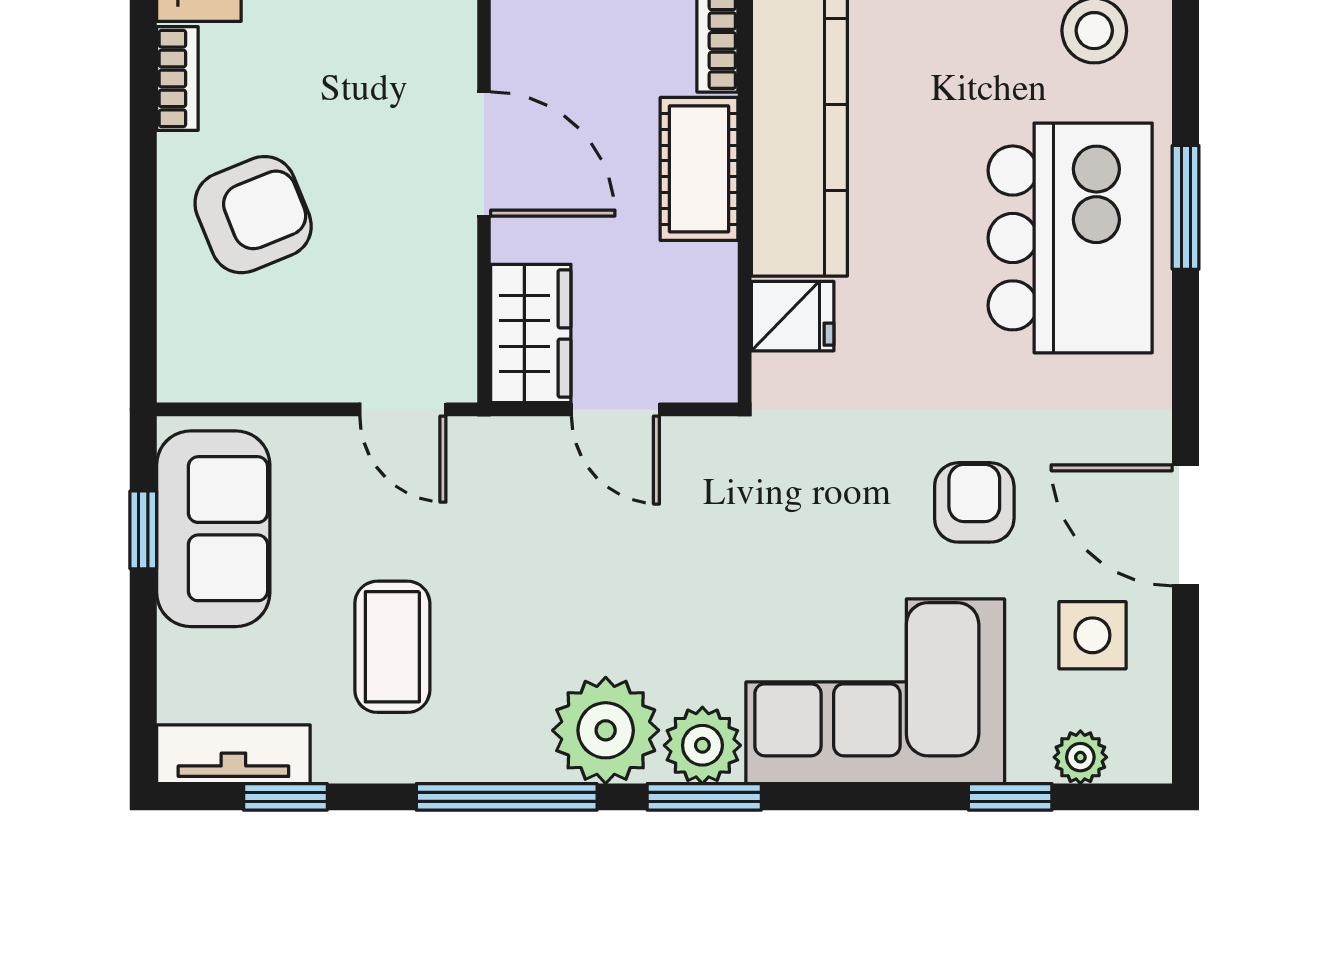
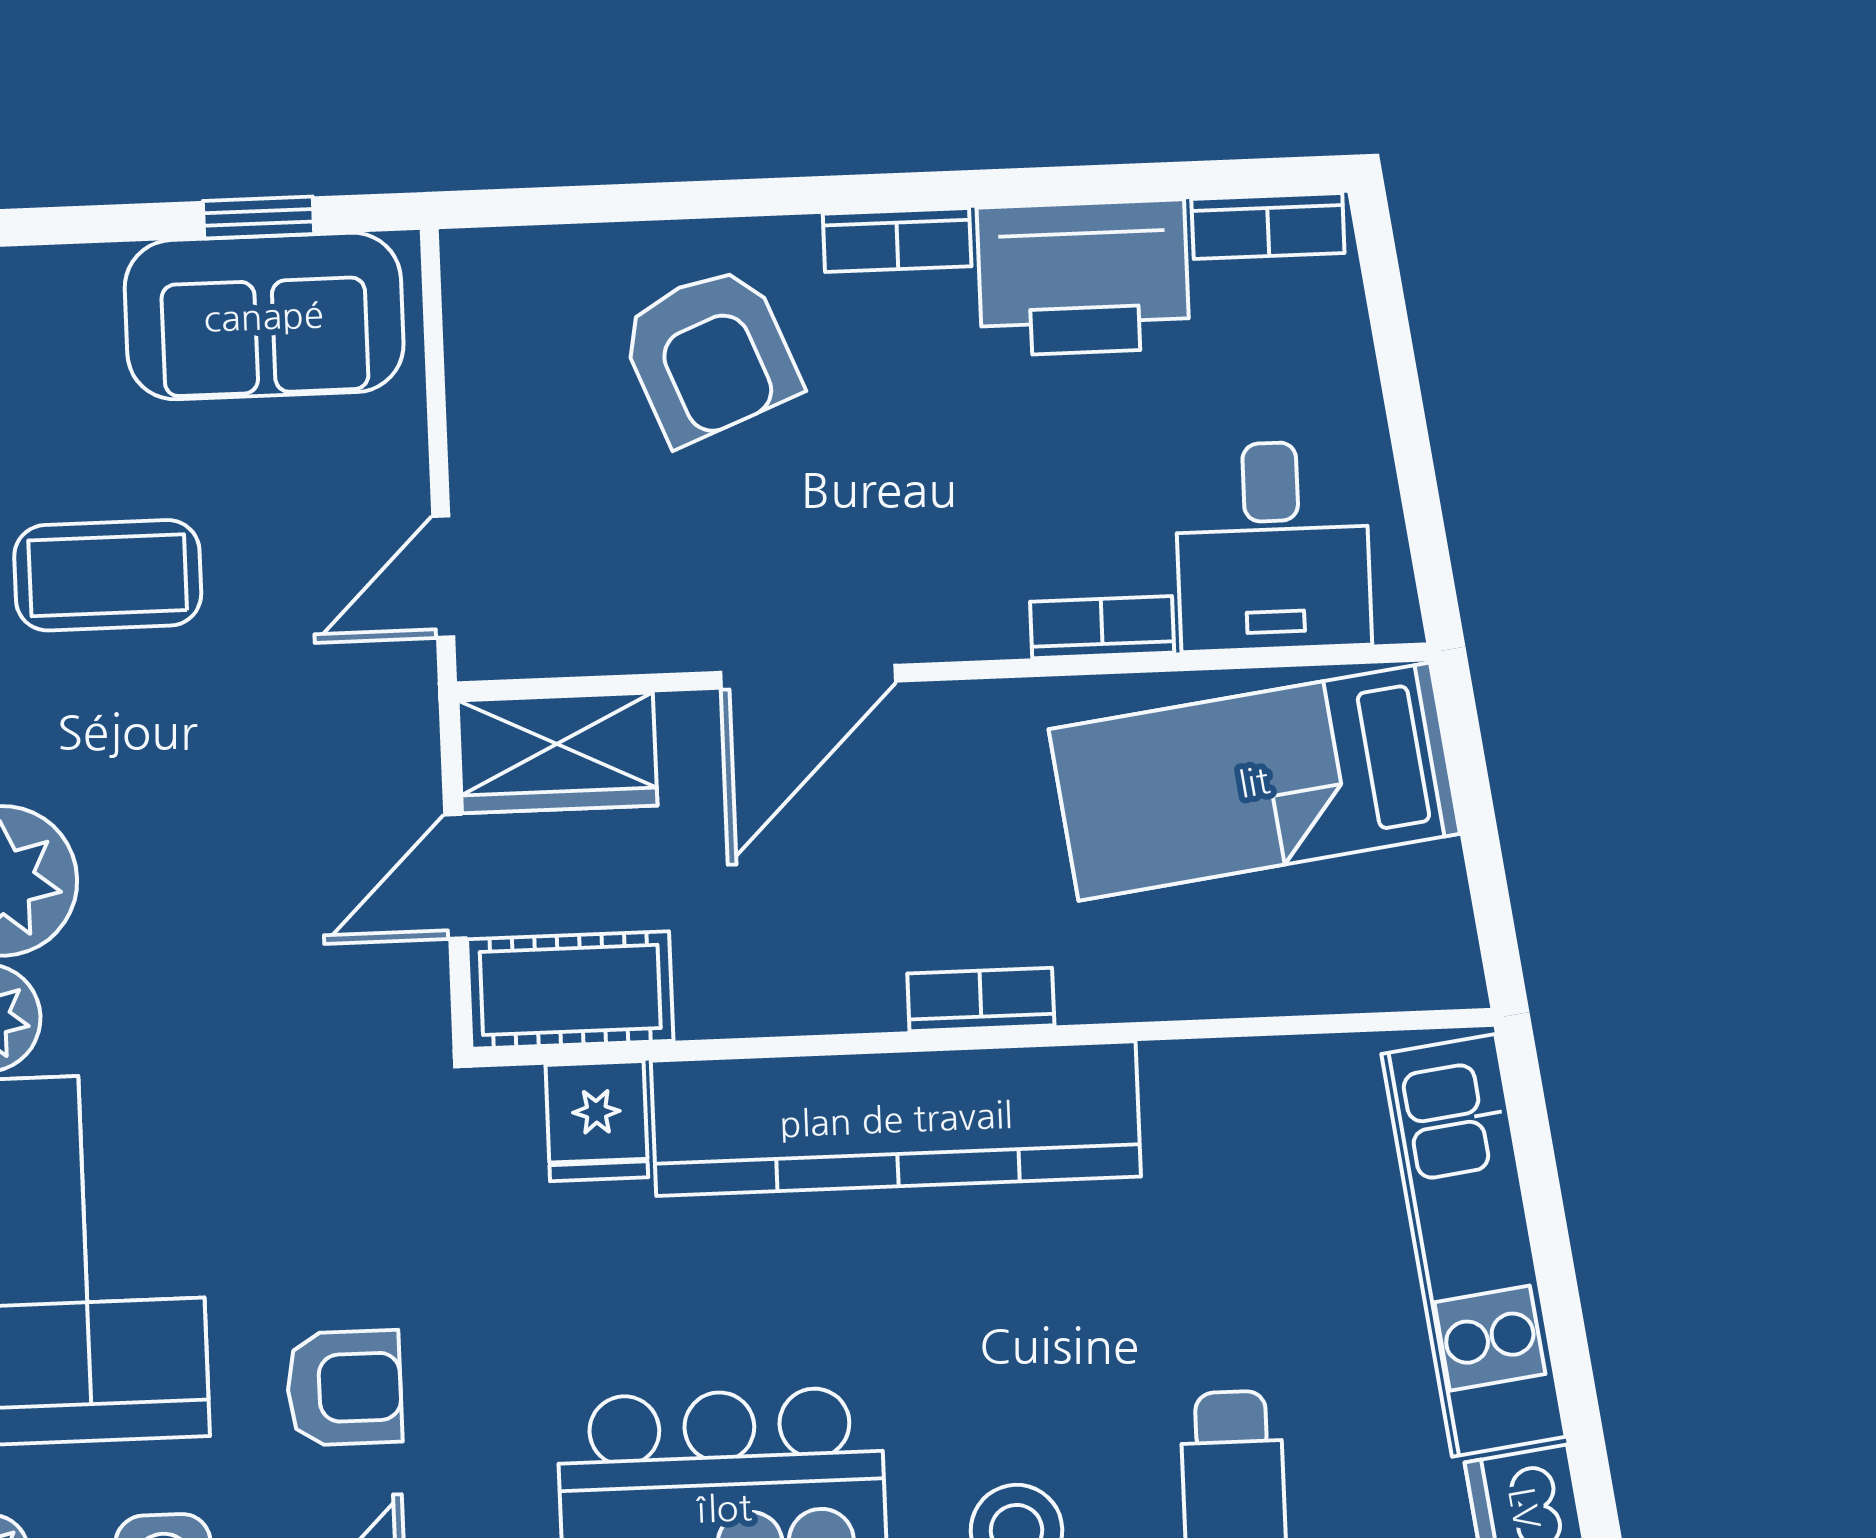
cot: (699, 169) -> (570, 990), moved

